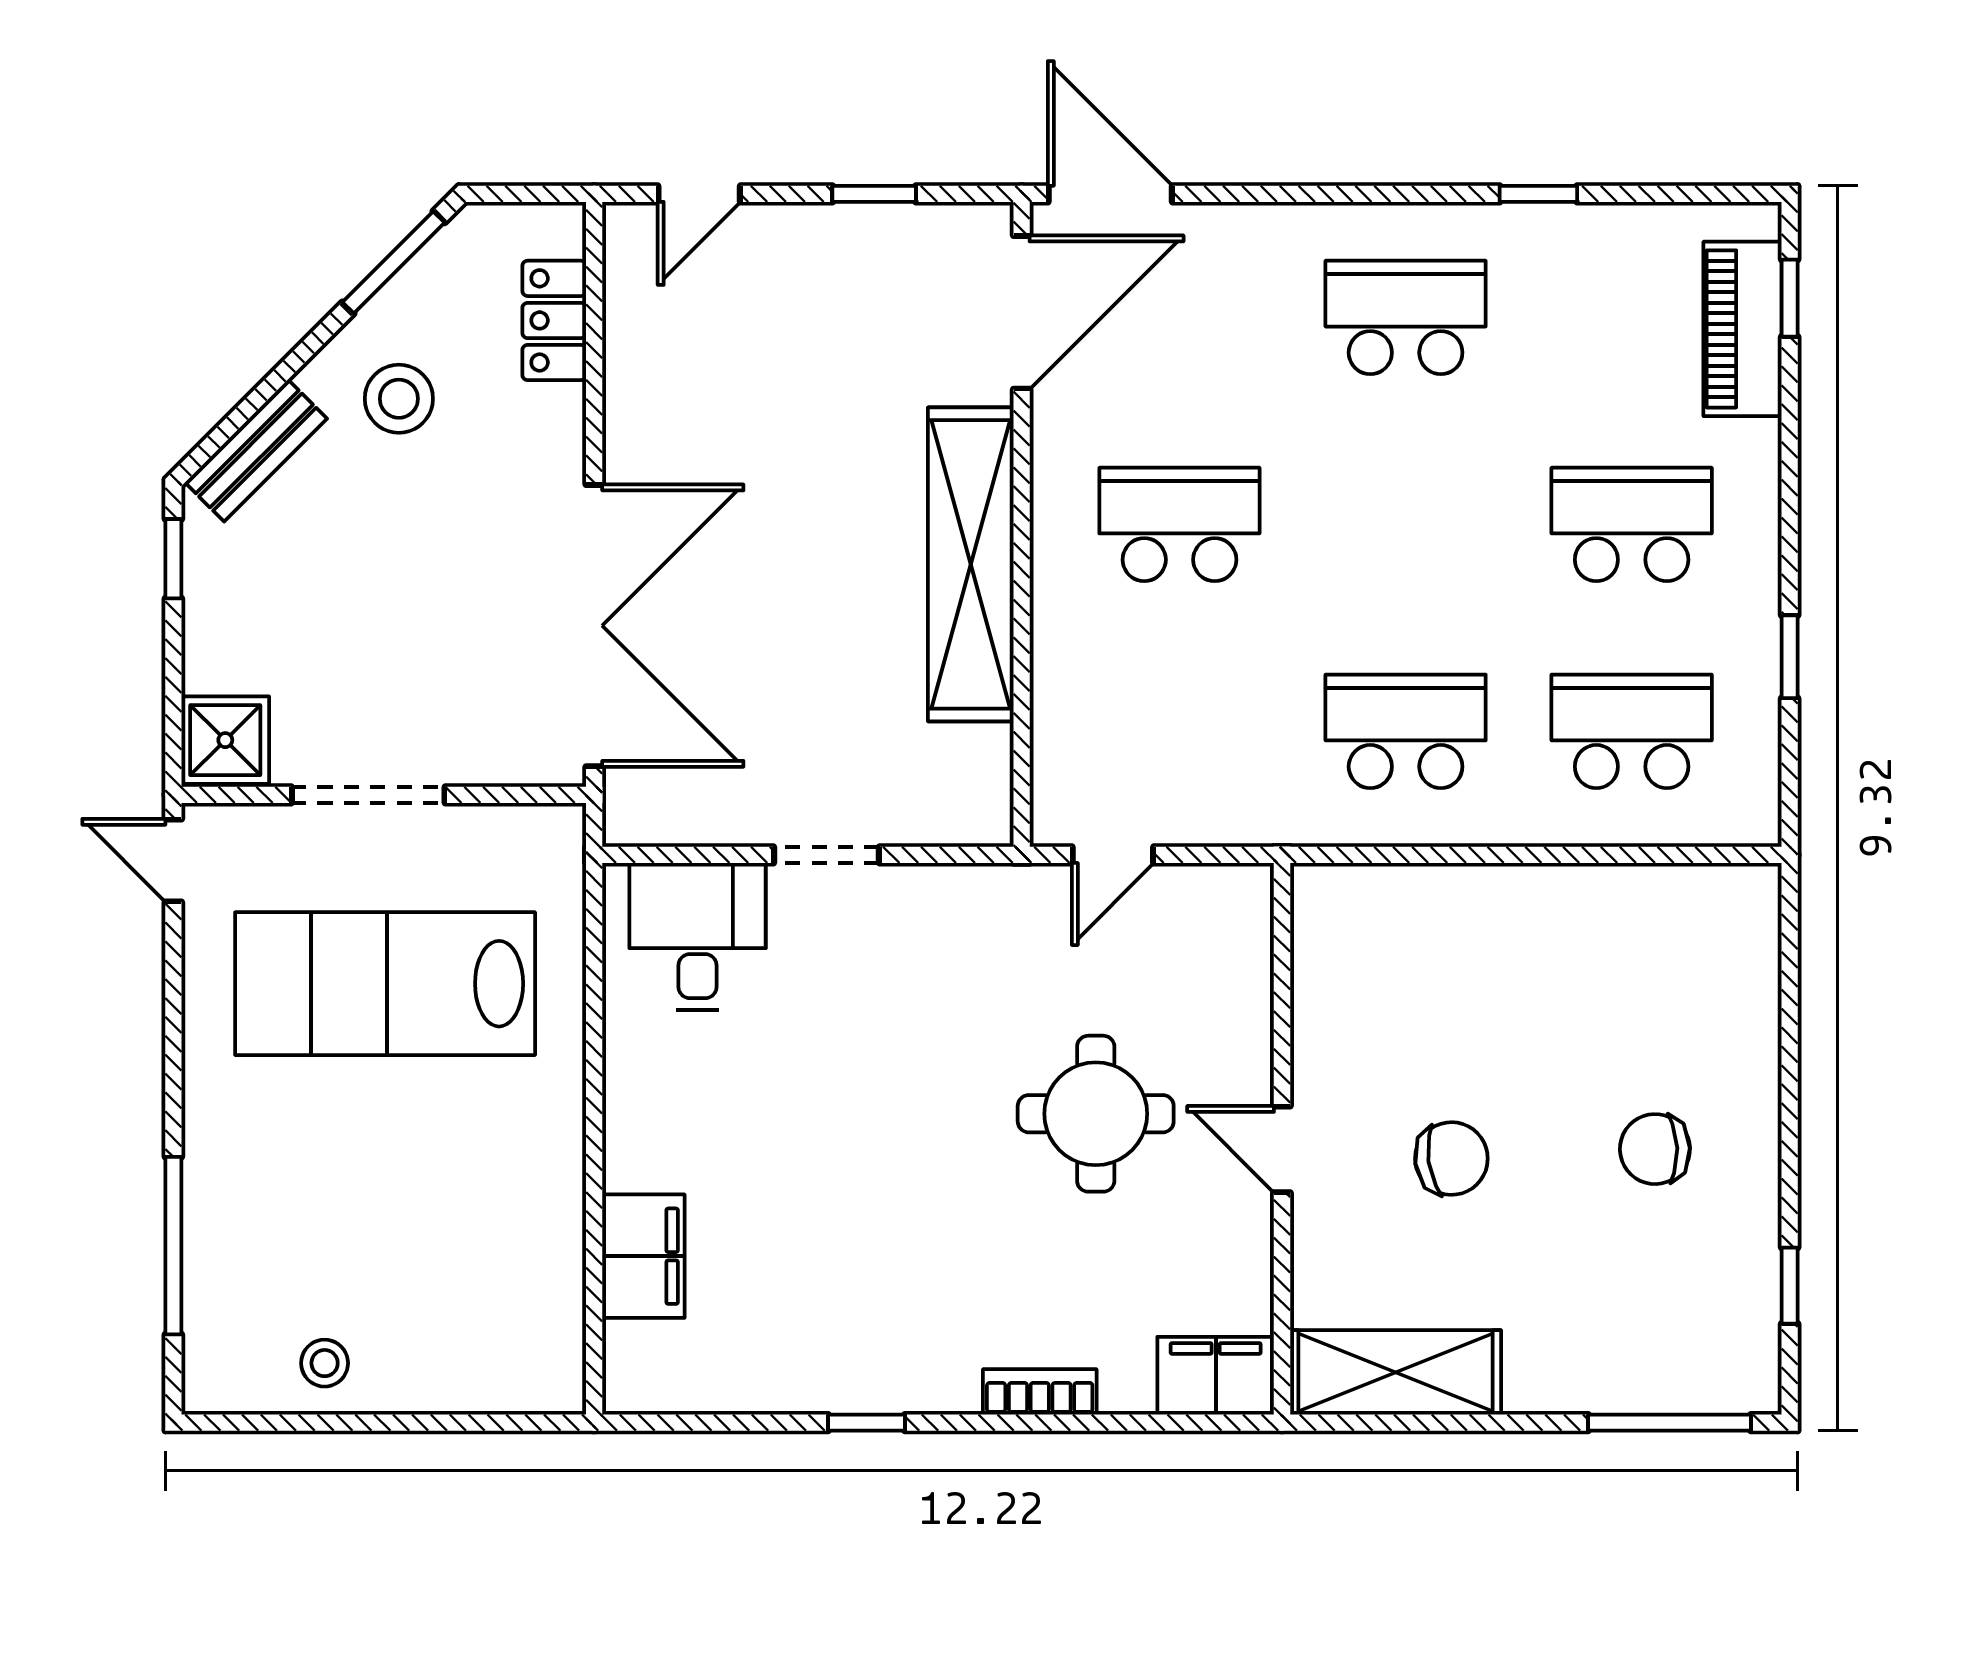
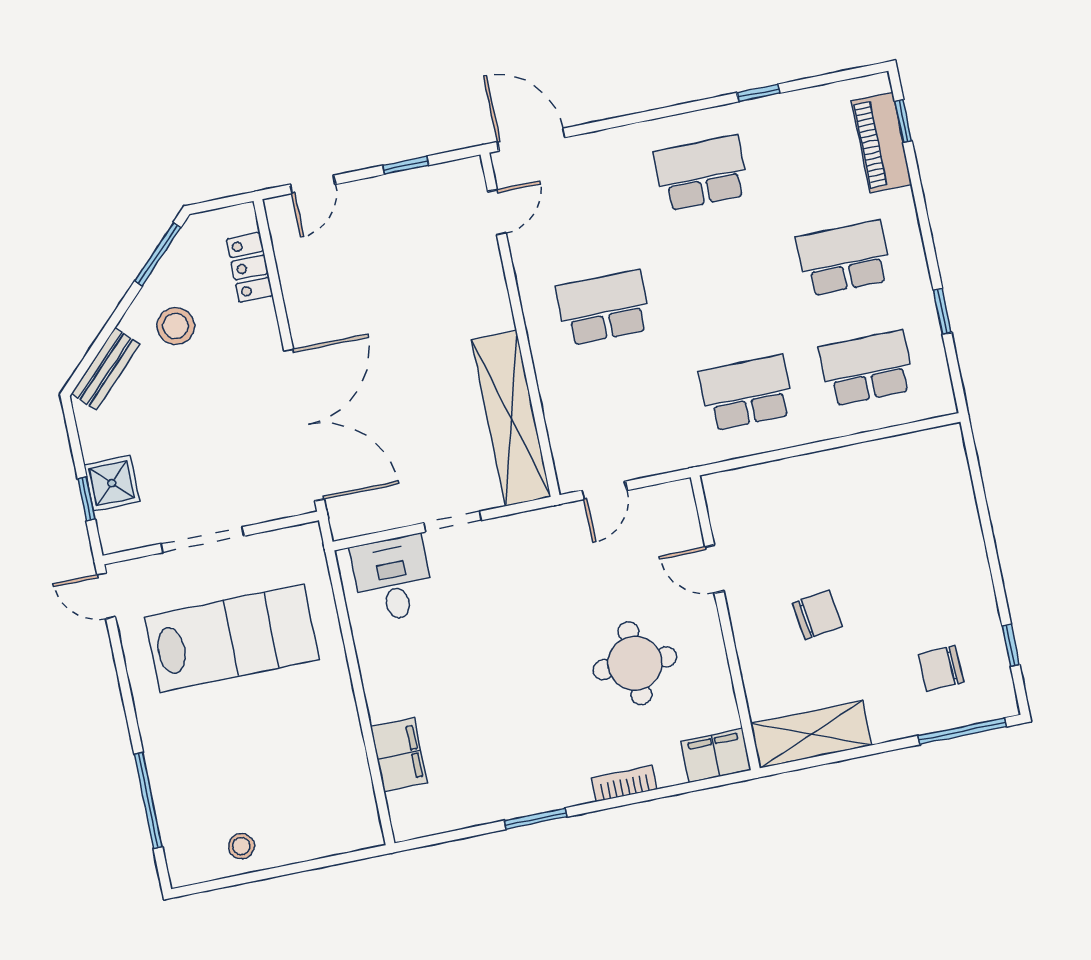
door: (1022, 312) -> (497, 212), width x0.53
window: (173, 559) -> (86, 499), moved
shelving: (971, 564) -> (511, 418), moved
shower: (225, 740) -> (112, 483), moved
lab bench: (385, 984) -> (232, 638), turned 180
round table: (1096, 1114) -> (635, 663), moved
door: (1282, 1149) -> (714, 569), moved
chair: (1655, 1149) -> (941, 668), moved
window: (867, 1423) -> (536, 819), width x1.50

